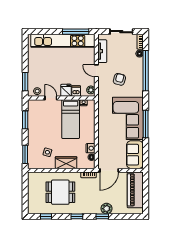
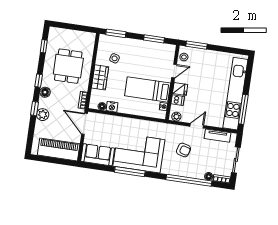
floor lamp: (86, 209) -> (45, 92), added

